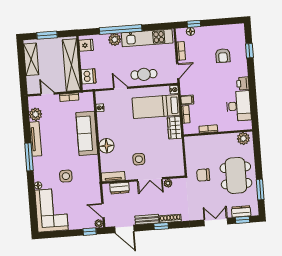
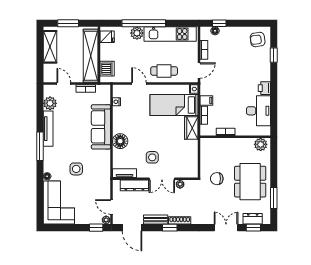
armchair: (223, 56) -> (258, 39), moved, turned 82
dresser: (120, 188) -> (134, 185), width x1.44

